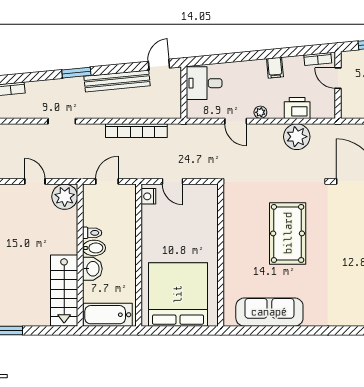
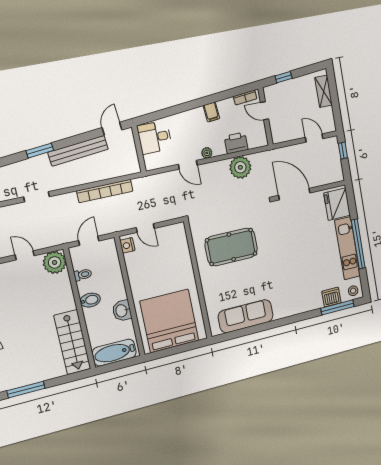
toilet: (92, 233) -> (83, 275), moved
pool table: (288, 233) -> (231, 247), moved, turned 90
washbasin: (92, 269) -> (122, 311), moved, turned 180

